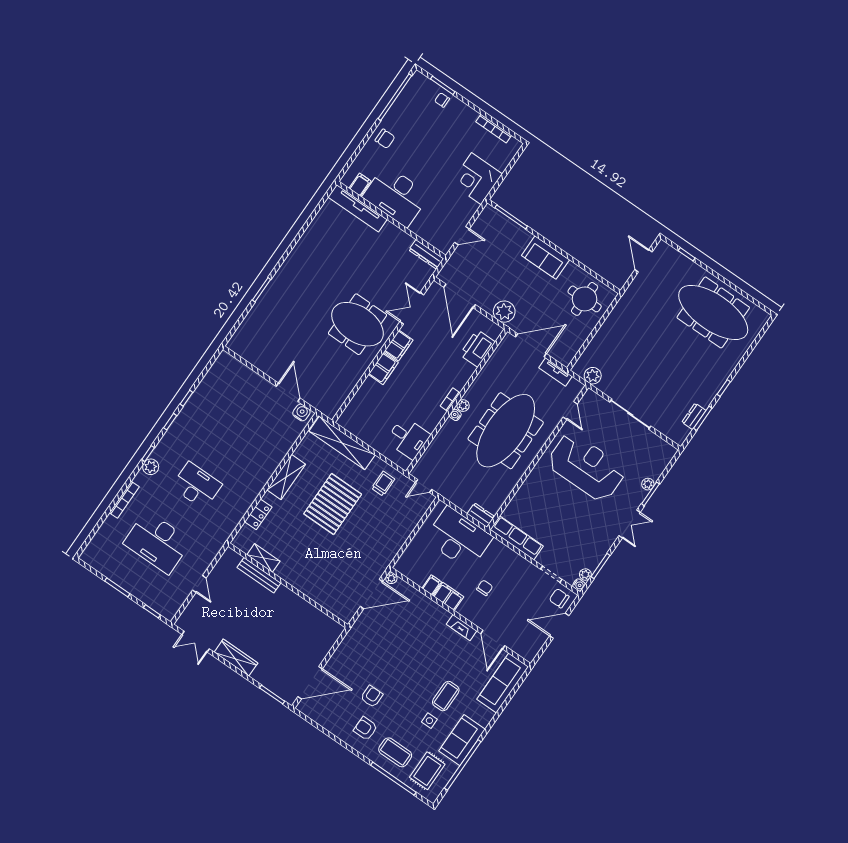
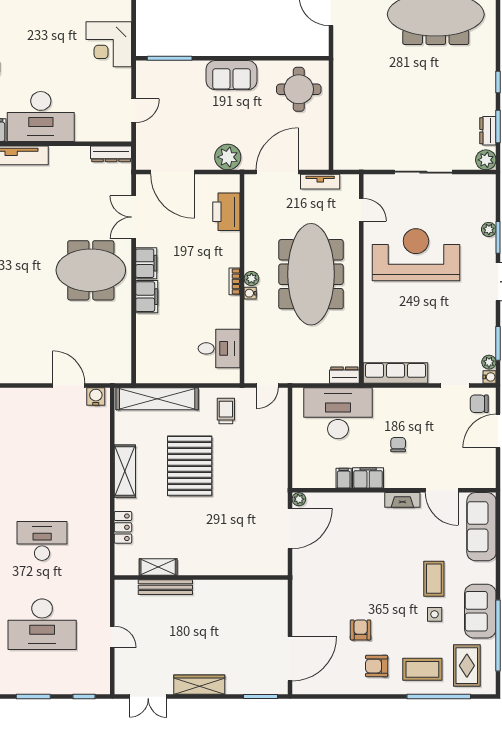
plant: (593, 376) -> (486, 160), moved

